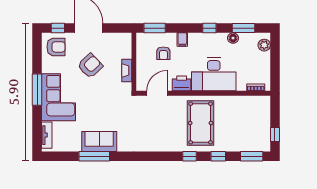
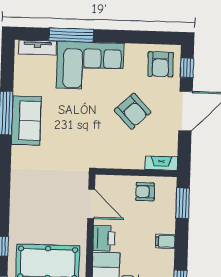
armchair: (163, 53) -> (145, 192), moved
fireplace: (127, 71) -> (161, 163), moved
window: (37, 90) -> (71, 35), moved

